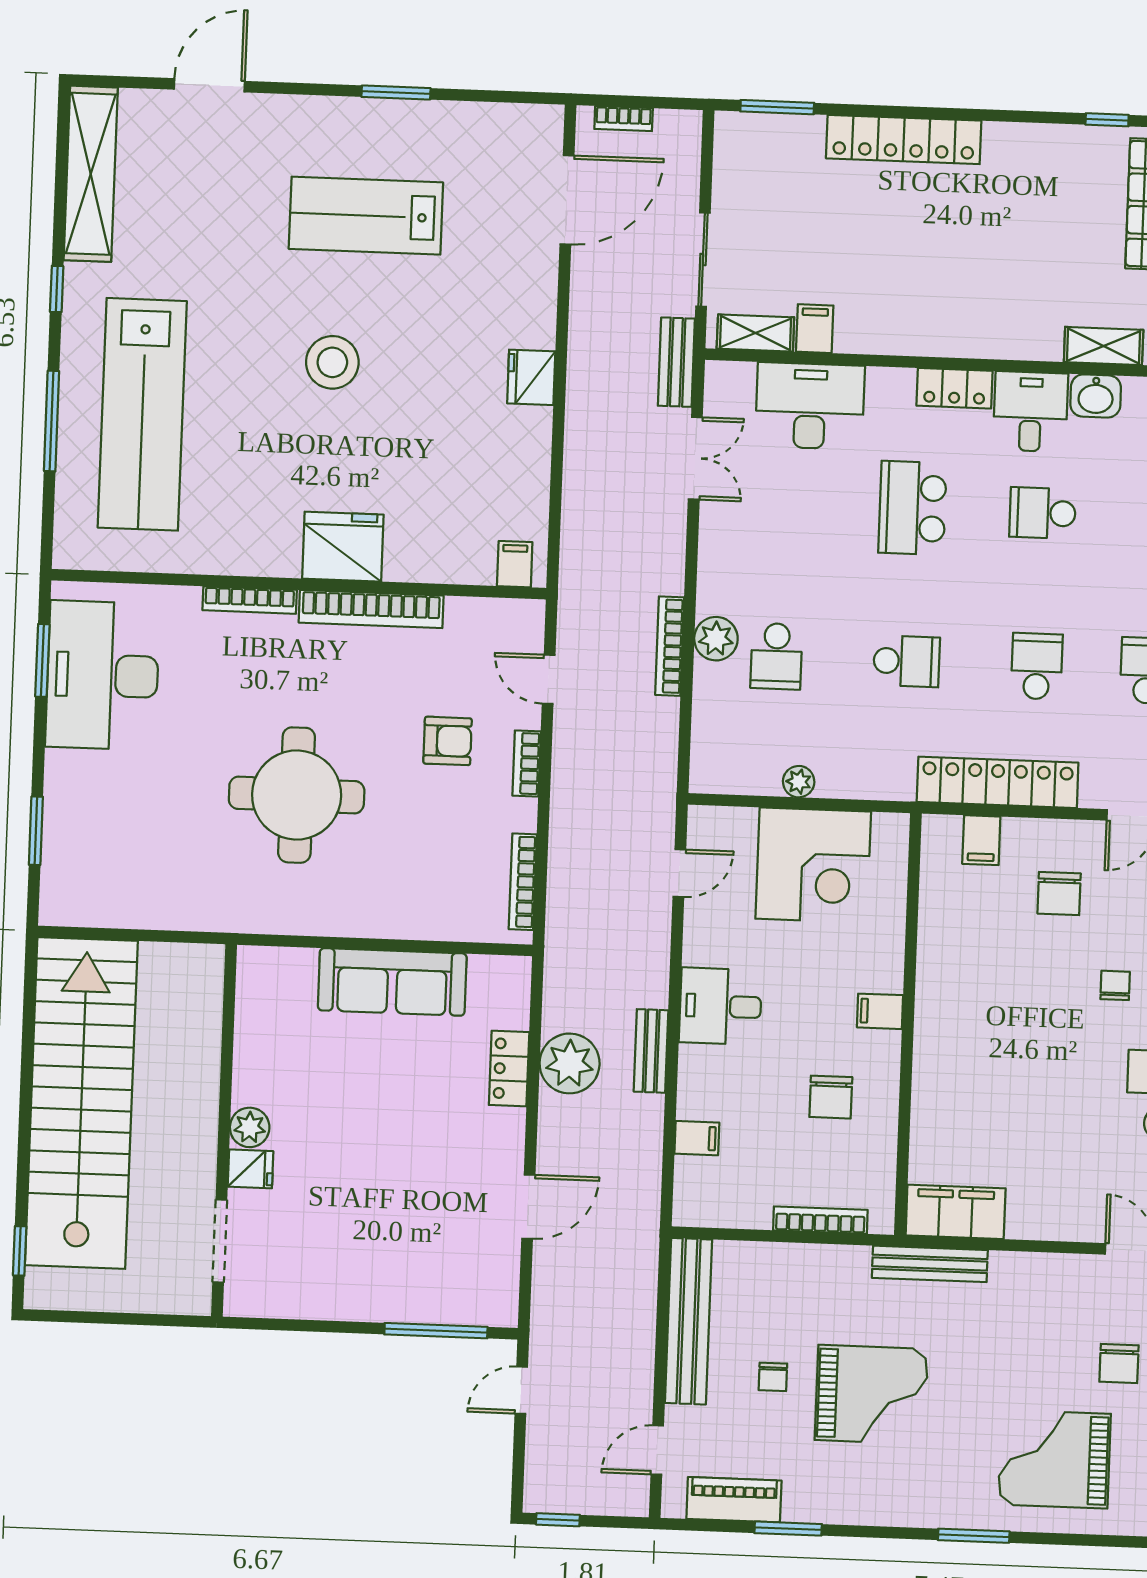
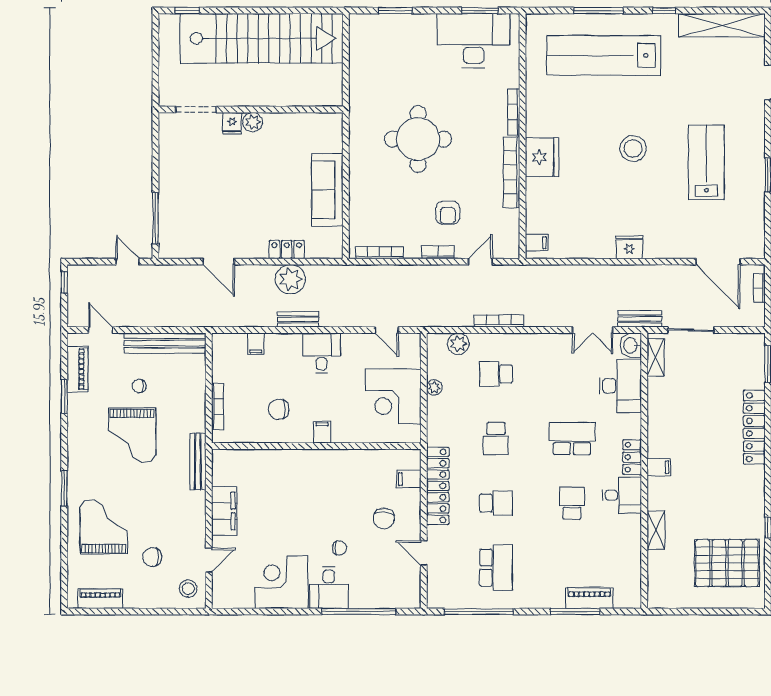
filing cabinet: (815, 329) -> (659, 467), moved
washbasin: (1096, 396) -> (631, 345), moved
plant: (716, 639) -> (458, 344), moved
chair: (1059, 893) -> (384, 518), turned -85
filing cabinet: (956, 1212) -> (224, 511), moved

